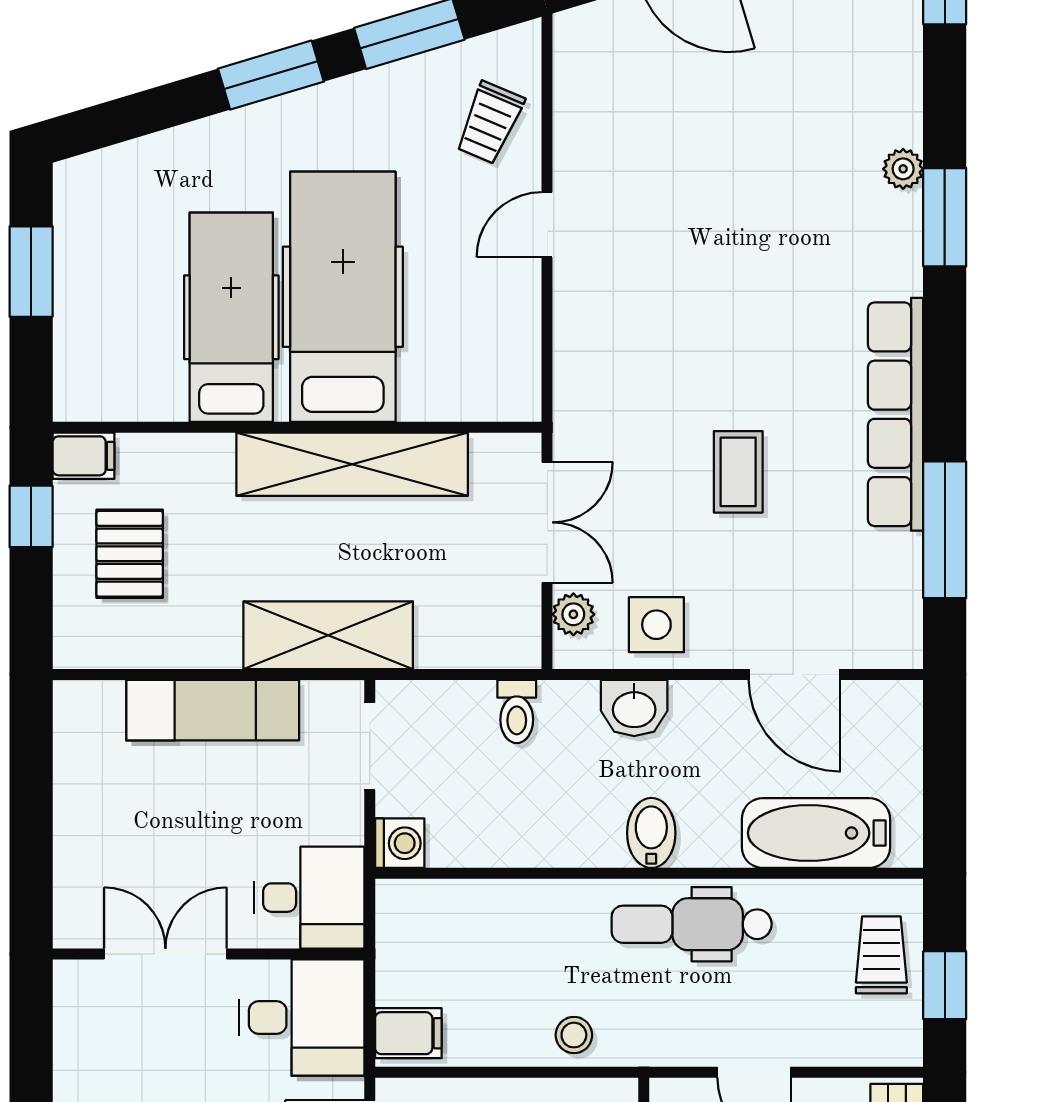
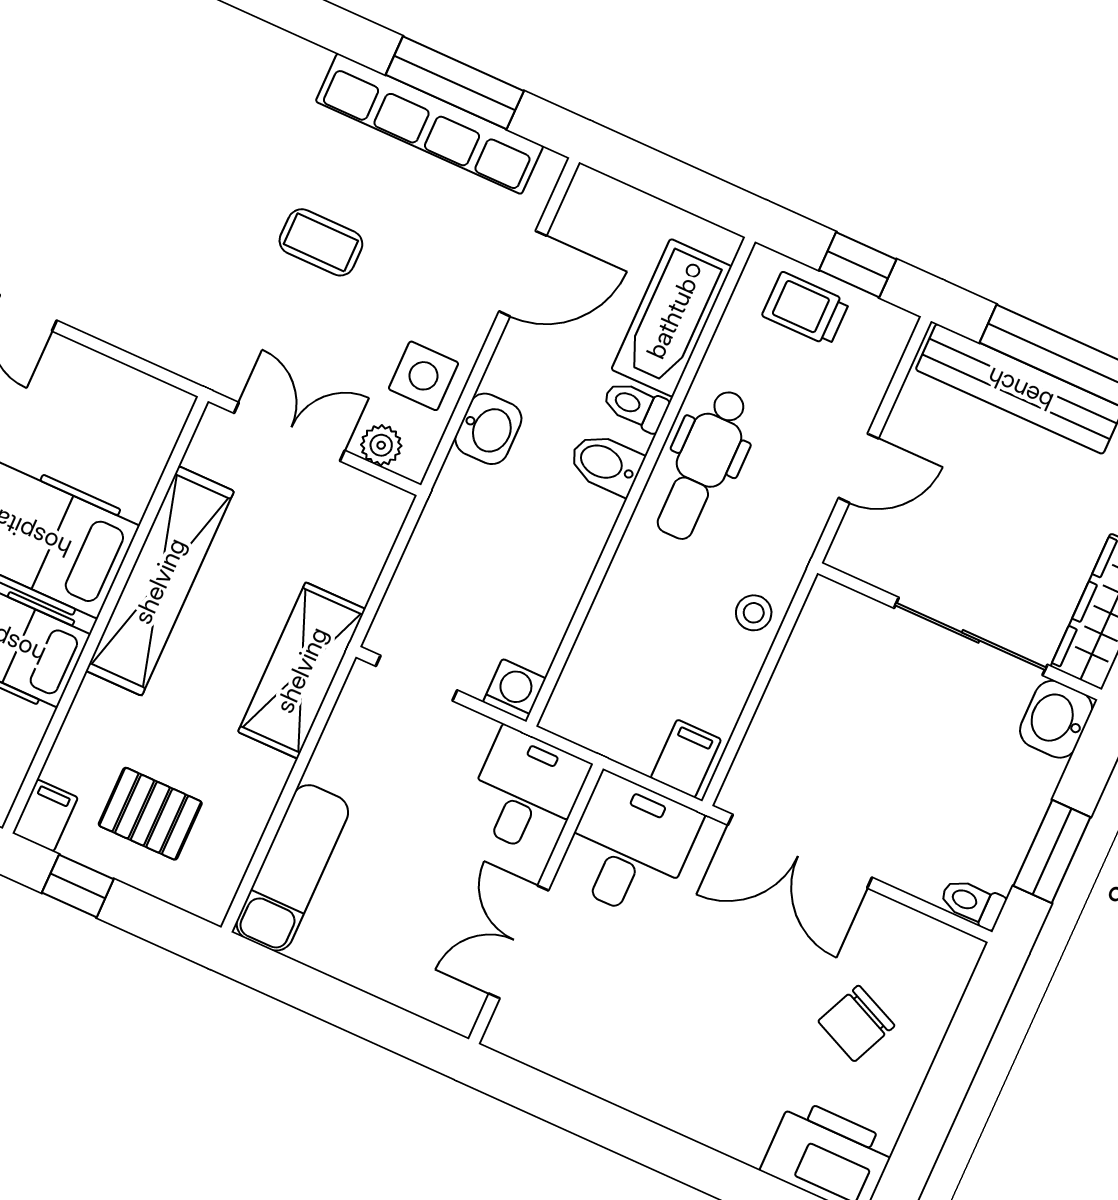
row of seats: (896, 414) -> (429, 124), moved
exam couch: (213, 710) -> (292, 868), moved
toilet: (517, 711) -> (635, 406), moved, turned 180

